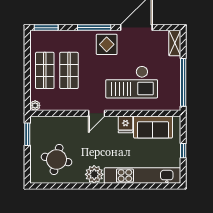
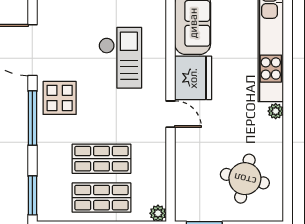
checkout: (132, 82) -> (120, 58), width x0.73, depth x0.83
fridge: (125, 124) -> (193, 78), width x1.88, depth x1.34
plant: (94, 174) -> (276, 111), width x0.53, depth x0.53

